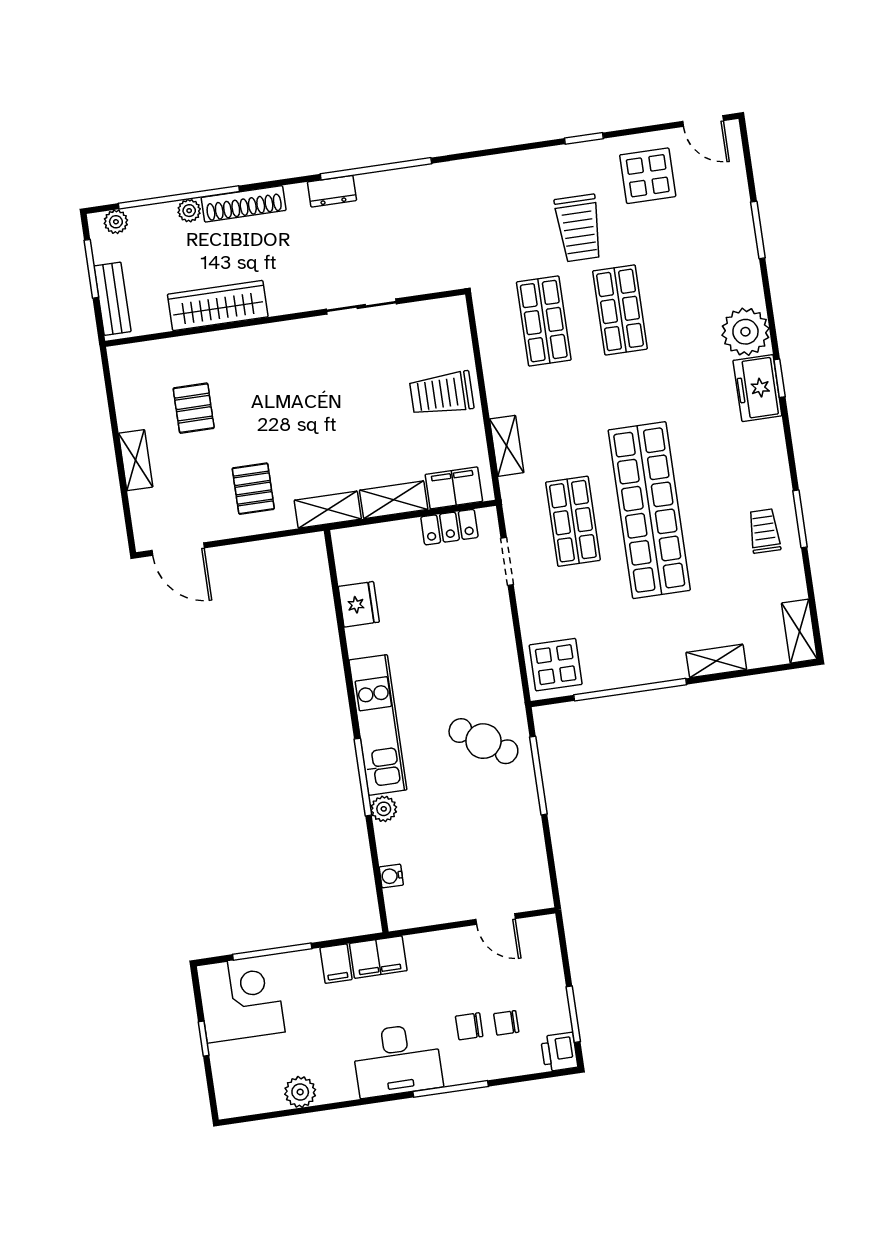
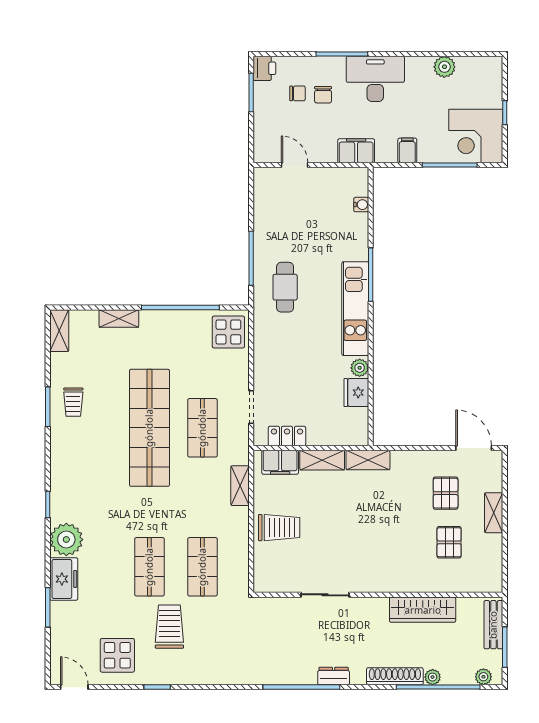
freezer: (757, 388) -> (64, 579), moved
pallet: (253, 489) -> (446, 493), moved
cafe table: (483, 741) -> (285, 287), turned 57
plant: (384, 809) -> (360, 368), moved
filing cabinet: (378, 957) -> (356, 151), moved
chair: (469, 1026) -> (323, 95), turned 90

